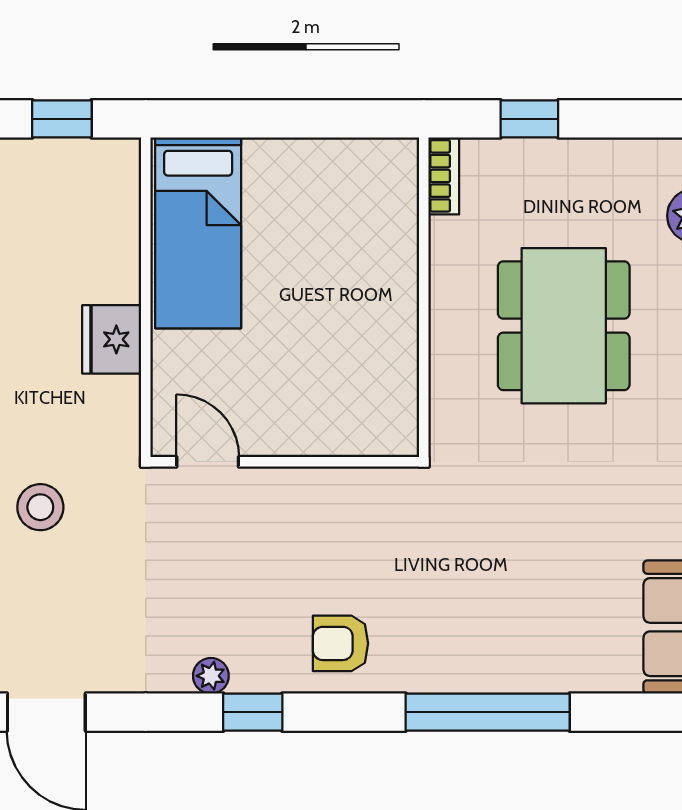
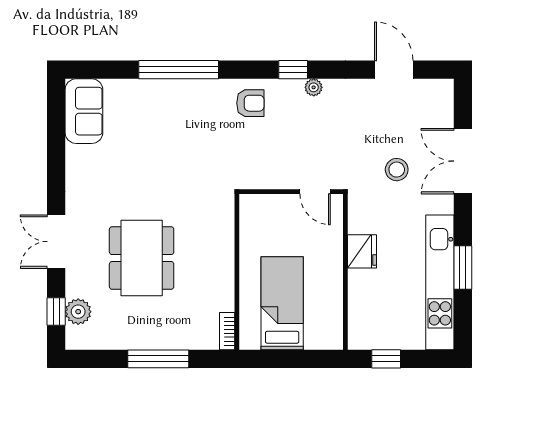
window: (529, 119) -> (158, 359), width x2.17
bookcase: (444, 176) -> (227, 331), moved
bed: (198, 233) -> (282, 303), moved
wall: (424, 297) -> (237, 272), moved

